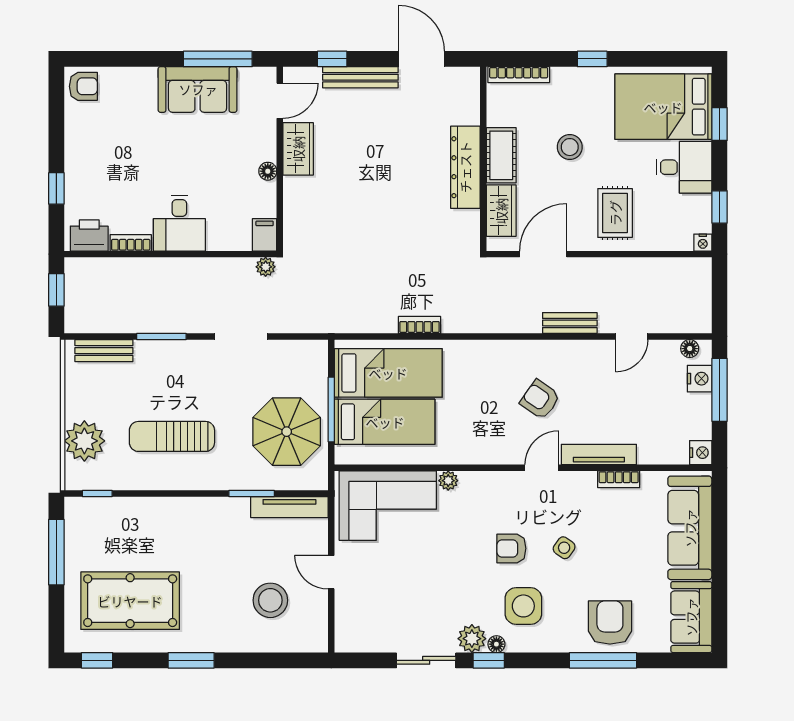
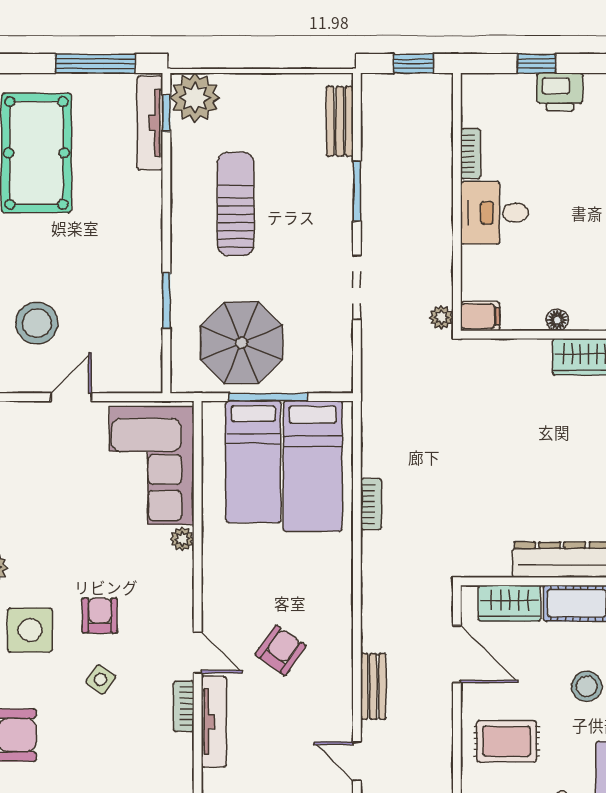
printer: (89, 235) -> (560, 92), moved, turned 90
plant: (84, 441) -> (195, 98), moved
bookcase: (619, 479) -> (184, 706), moved
tv unit: (289, 507) -> (150, 123), moved

